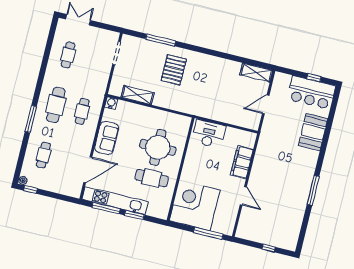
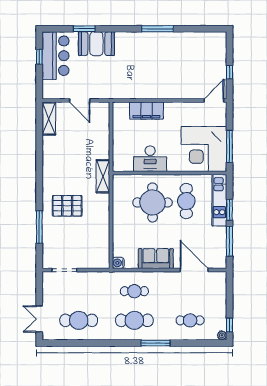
cafe table: (68, 55) -> (79, 320), width x1.37, depth x1.35
shelving: (138, 95) -> (103, 176), moved
window: (329, 124) -> (84, 29), added
desk: (209, 134) -> (150, 159), moved, turned -90
door: (243, 196) -> (214, 100), moved
kitchen unit: (115, 201) -> (219, 200), moved, width x0.73
window: (208, 233) -> (229, 146), moved
window: (269, 248) -> (229, 72), moved

